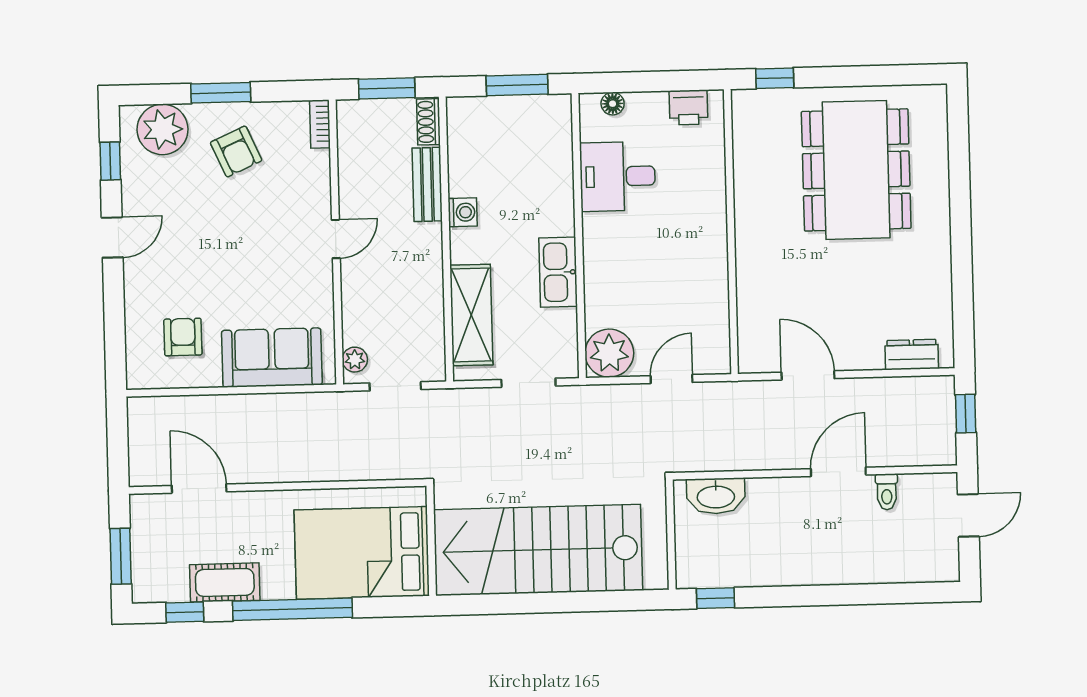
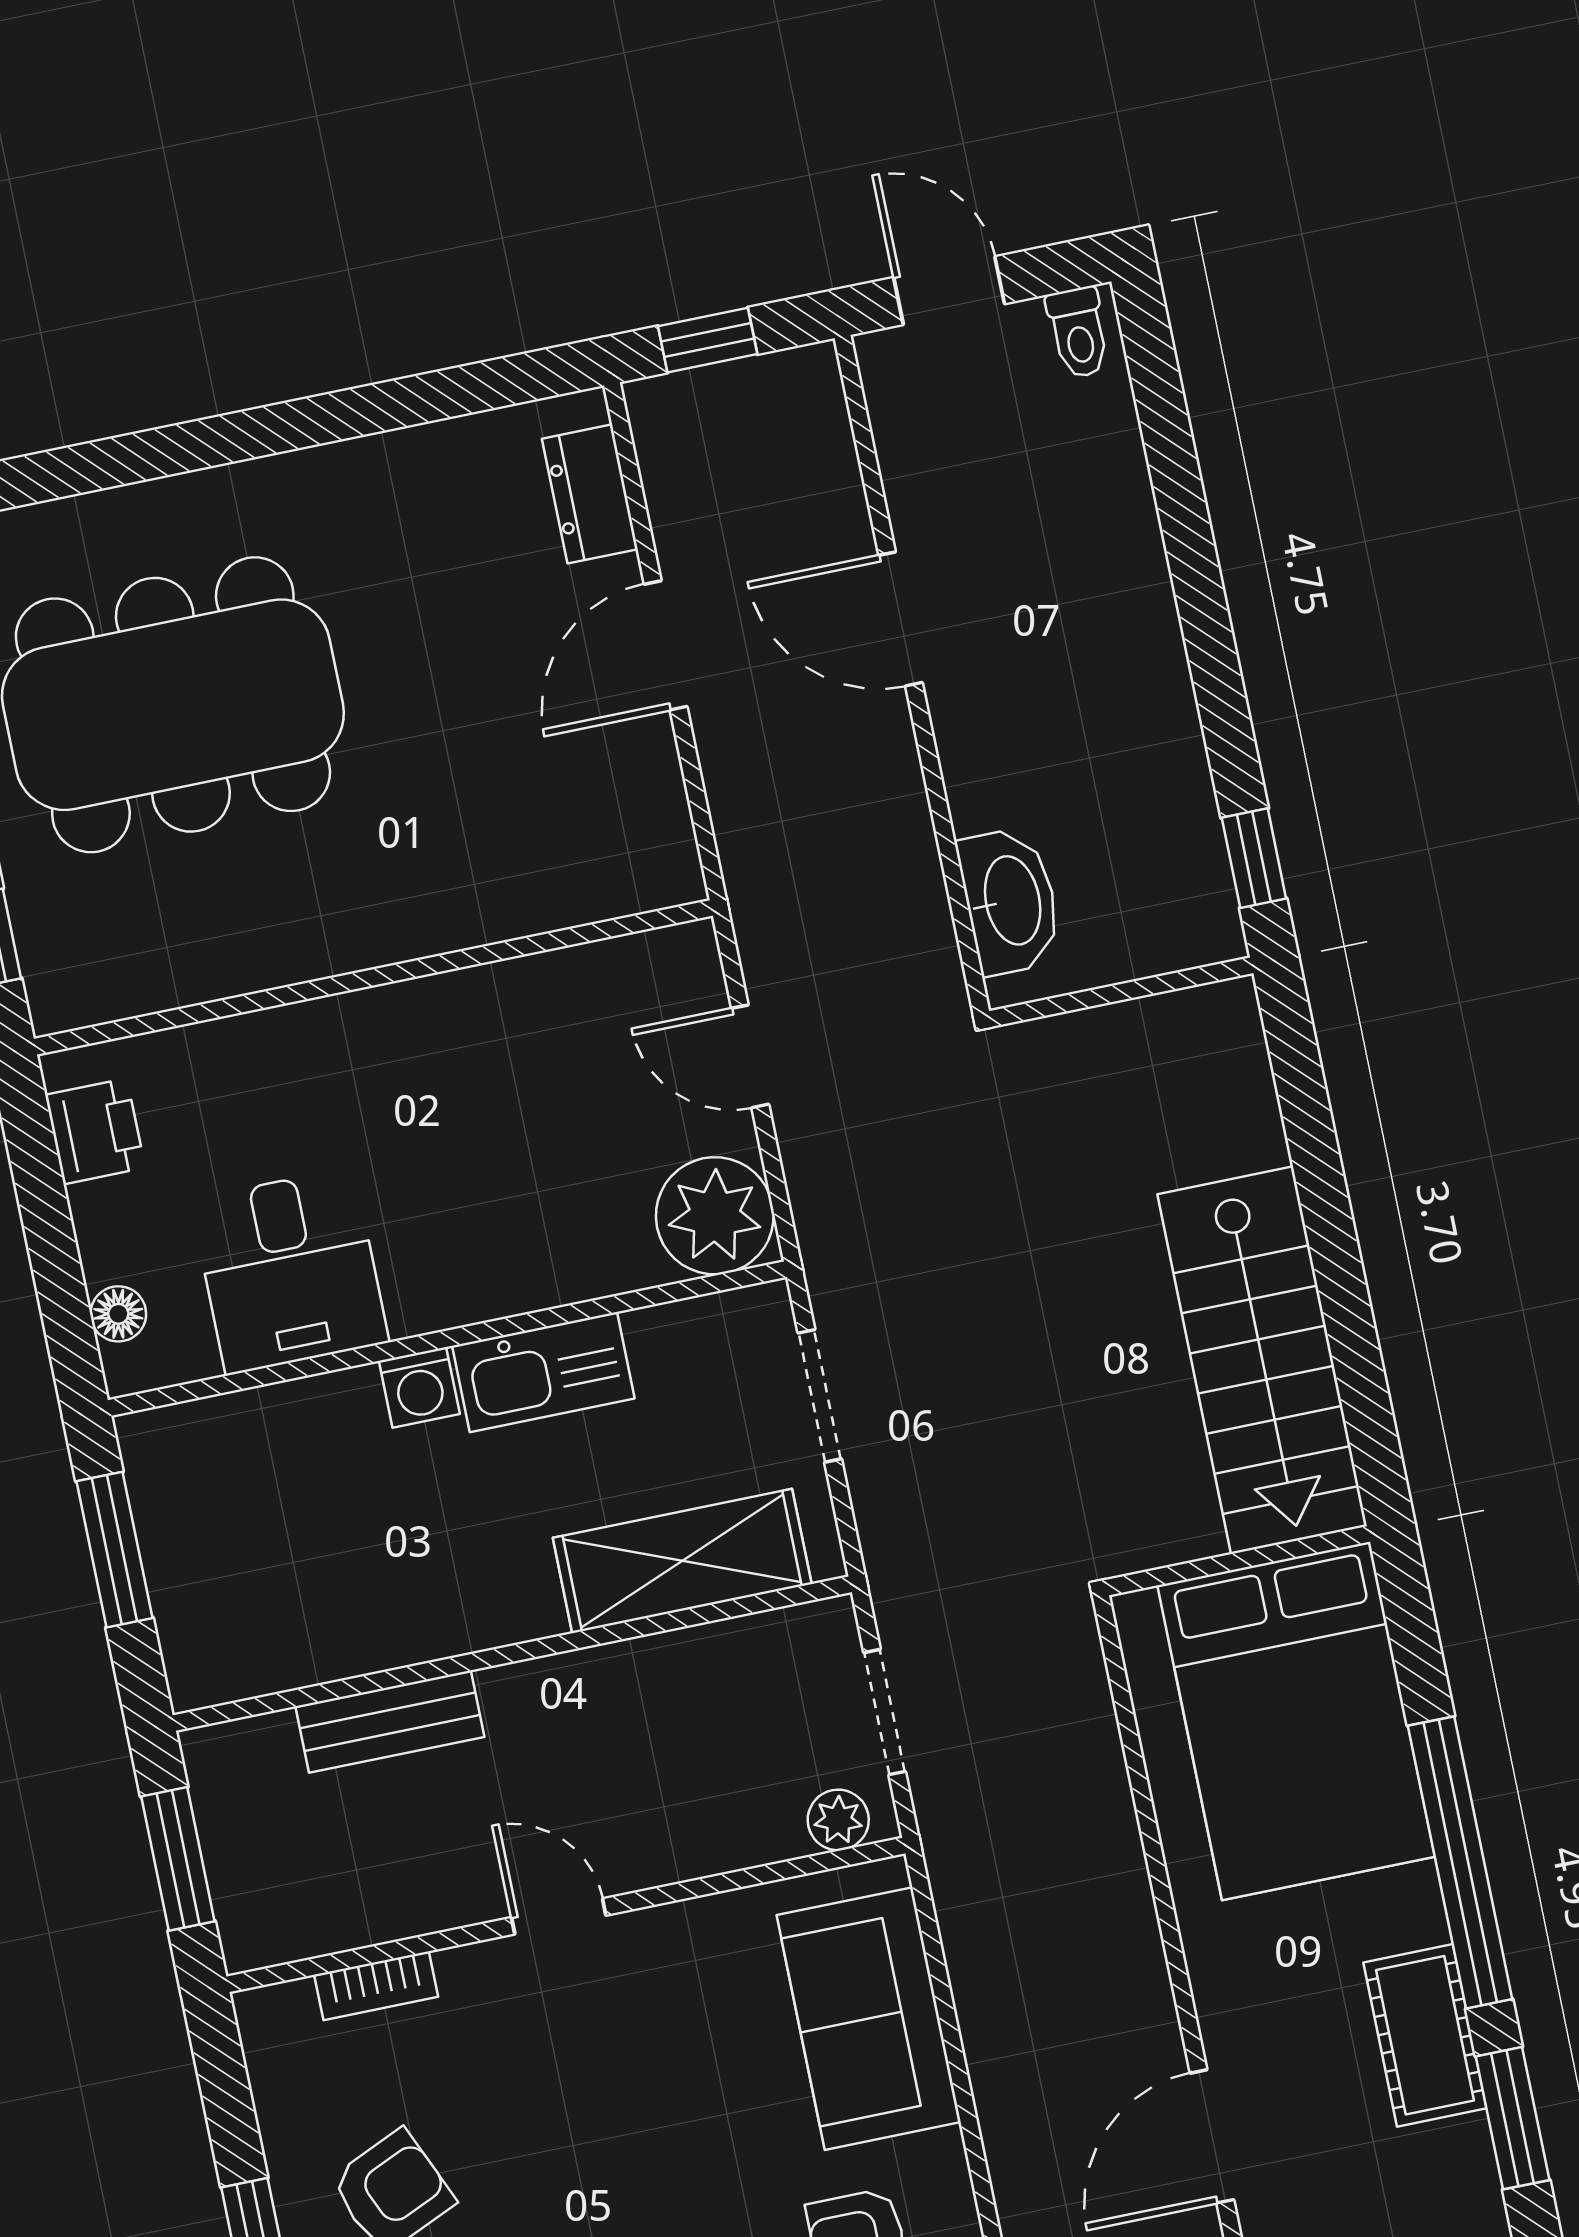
shoe rack: (428, 122) -> (240, 1745), removed
bookcase: (320, 124) -> (376, 1986), moved
washing machine: (463, 212) -> (419, 1387), moved, turned 180
door: (808, 375) -> (666, 645), moved
toilet: (887, 492) -> (1078, 333), moved, turned 90
stairs: (538, 550) -> (1262, 1360), width x0.73, depth x0.66
window: (185, 612) -> (1513, 2118), width x1.50

